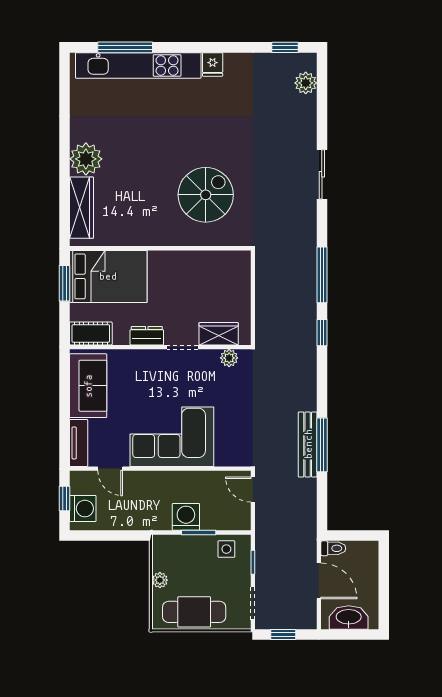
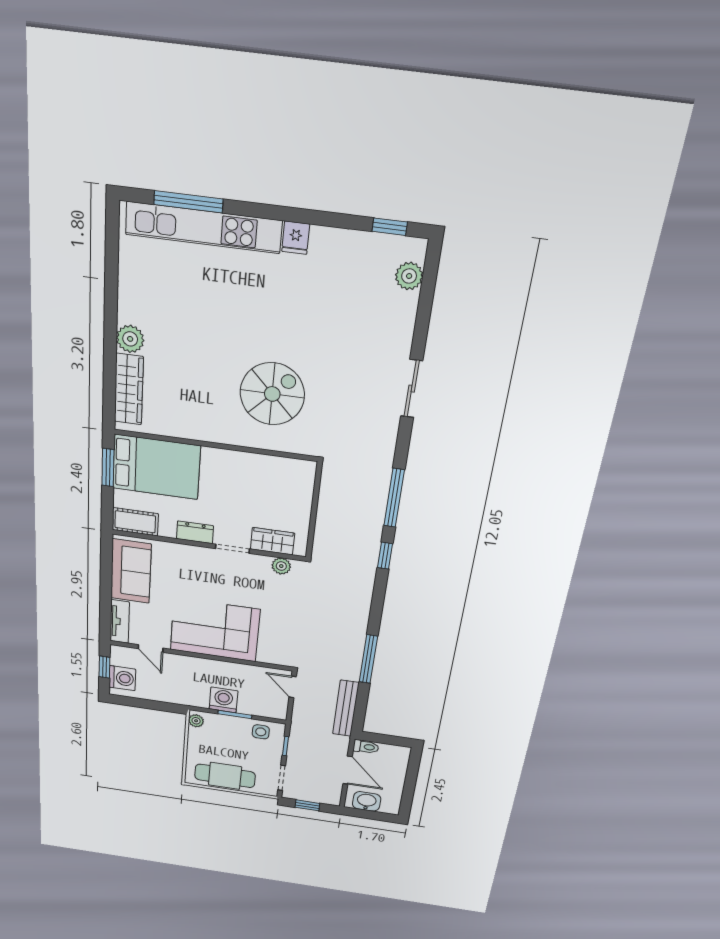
plant: (86, 159) -> (130, 339), width x0.73, depth x0.73
bench: (308, 444) -> (346, 708), moved
plant: (160, 580) -> (196, 721), moved
washbasin: (349, 617) -> (367, 801), width x0.72

